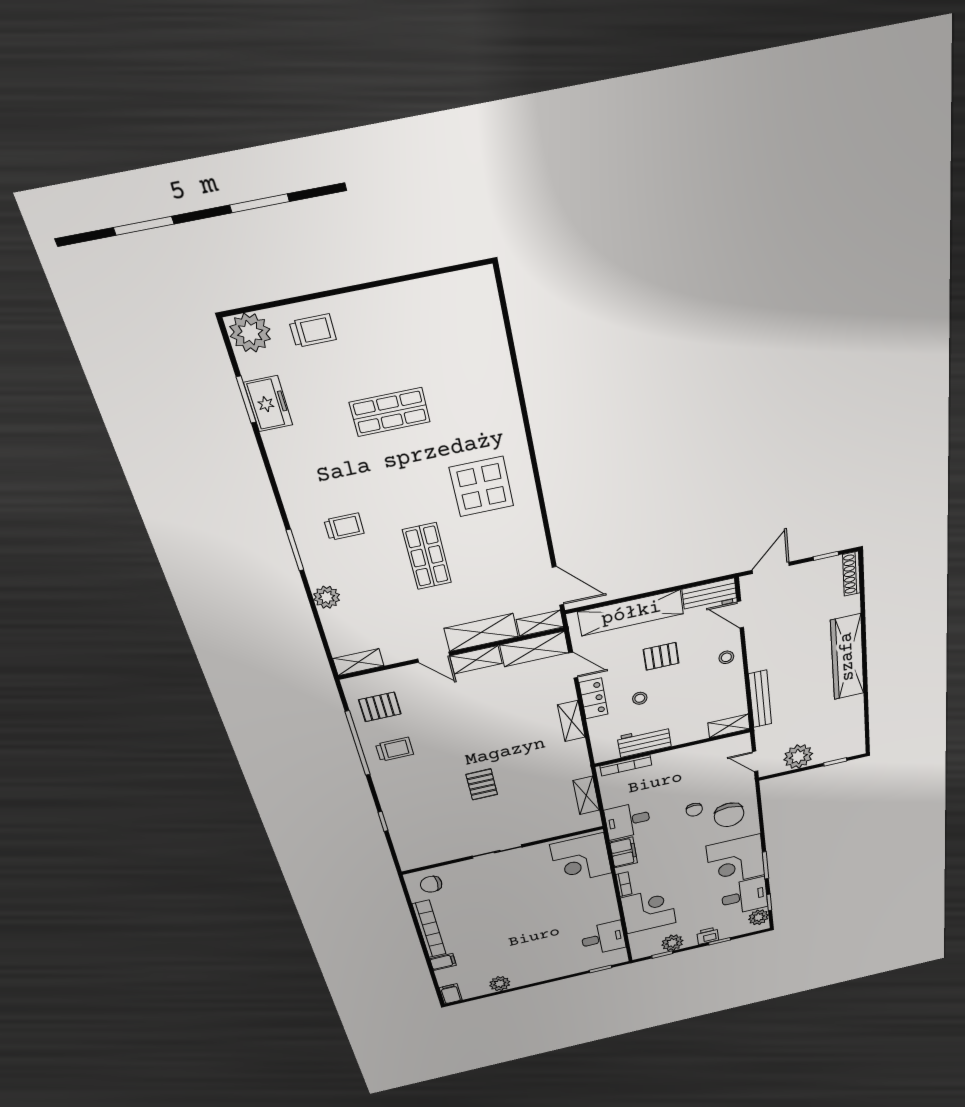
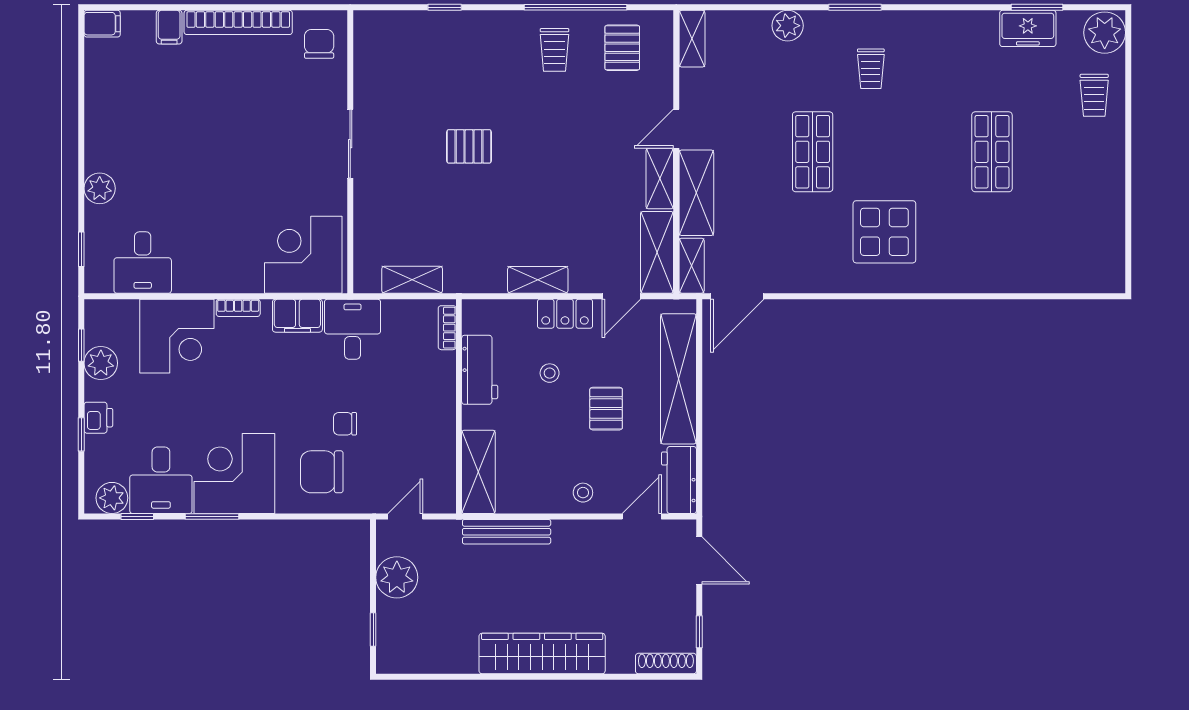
shop shelf: (427, 556) -> (813, 152), turned 90
shelving: (729, 726) -> (478, 472), width x1.50, depth x1.33
bookcase: (626, 765) -> (447, 328), width x0.64
plant: (500, 984) -> (100, 188), moved

